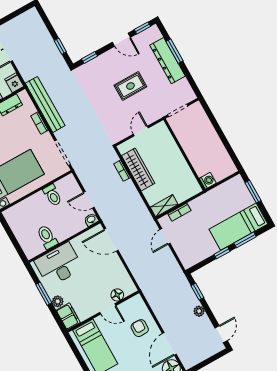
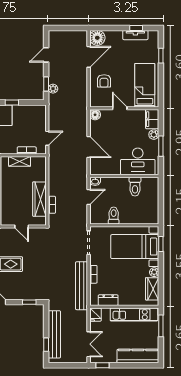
bench: (45, 39) -> (54, 334), added
window: (60, 46) -> (46, 345), moved
door: (141, 131) -> (22, 226), hinge flipped
door: (89, 200) -> (89, 197), hinge flipped
shelving: (164, 206) -> (20, 161), moved
door: (111, 240) -> (89, 147), moved
floor lamp: (117, 295) -> (95, 115), moved
plant: (199, 311) -> (53, 89), moved
door: (221, 334) -> (46, 55), moved

